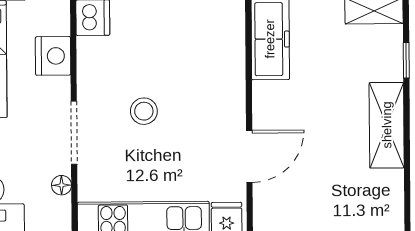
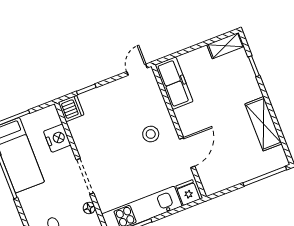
stool: (144, 111) -> (151, 134), moved
shelving: (387, 125) -> (263, 124), moved

